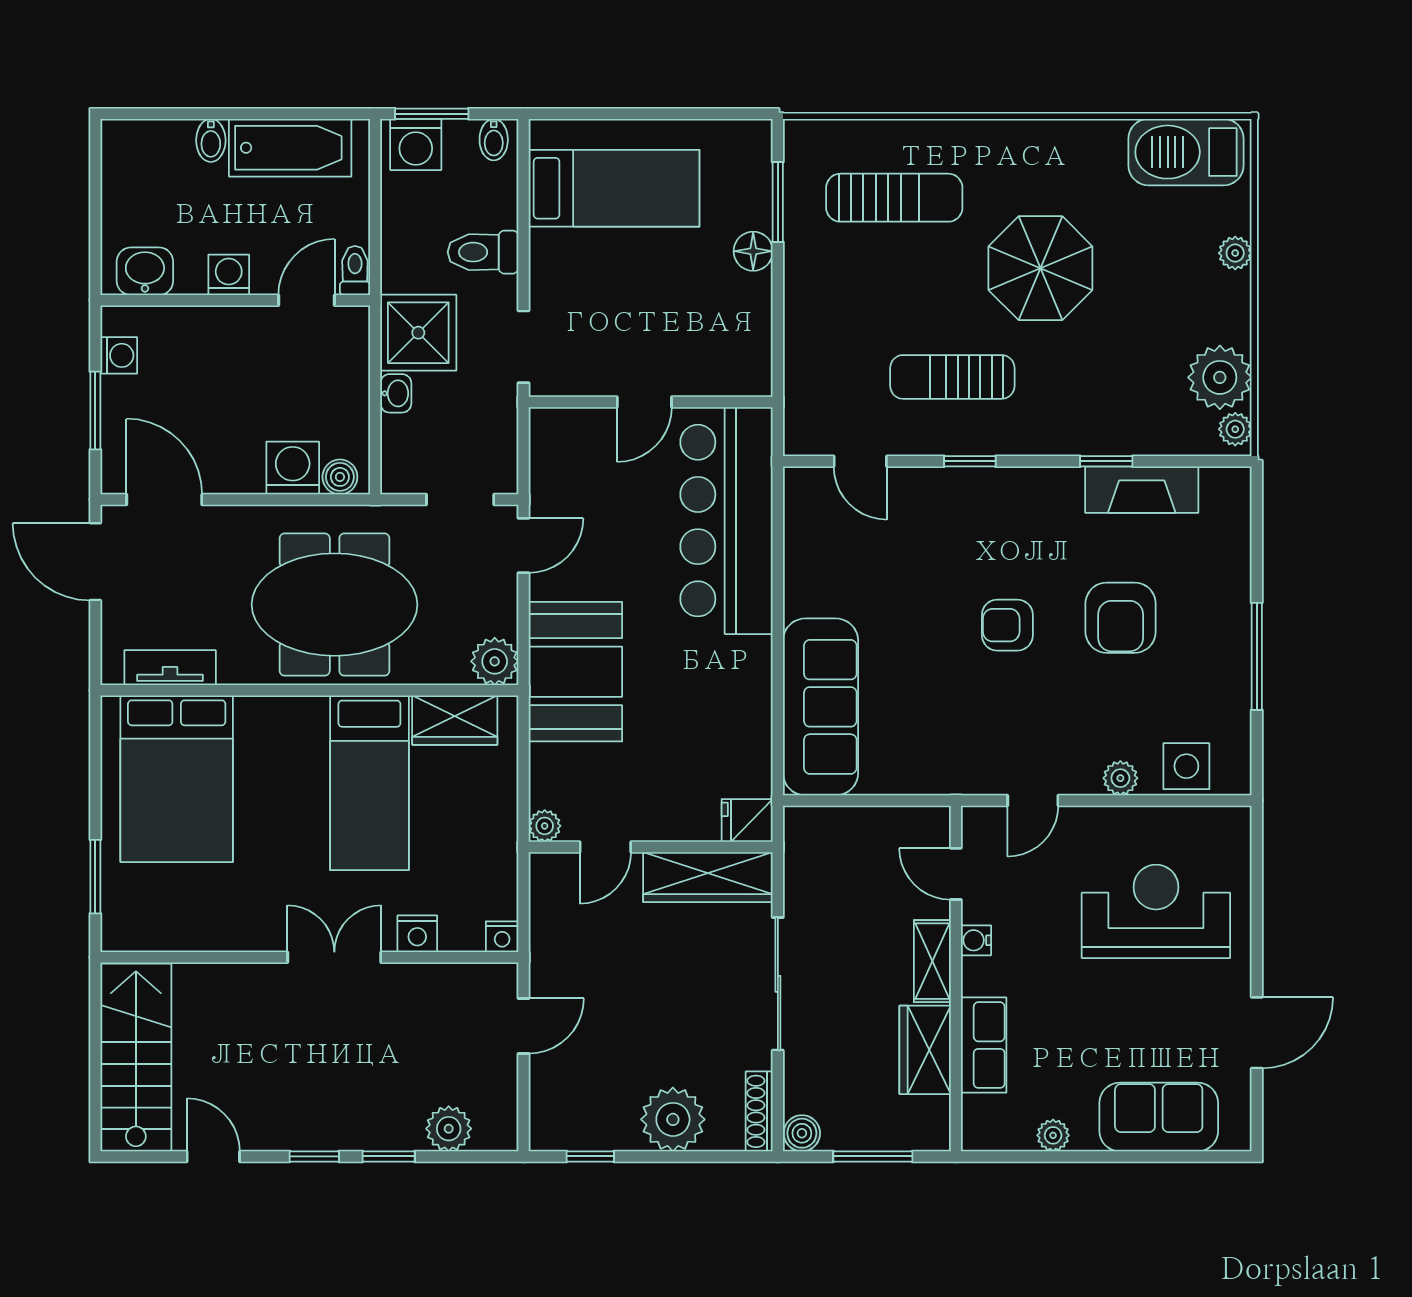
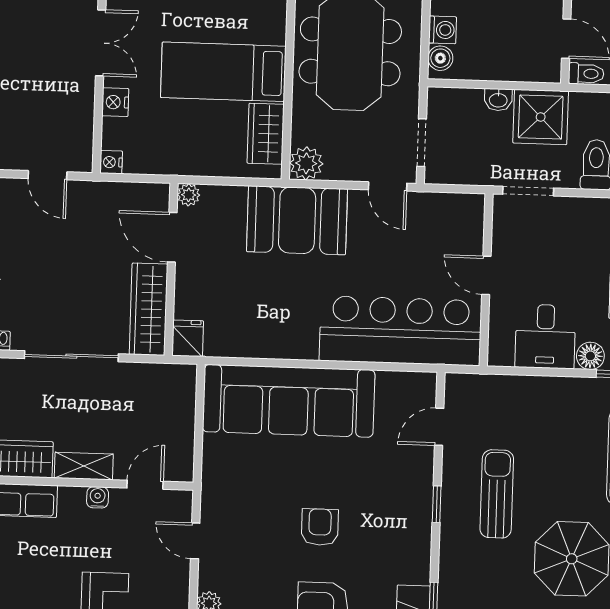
desk: (728, 316) -> (545, 336), added
washing machine: (293, 468) -> (443, 30), width x0.73, depth x0.73
sofa: (821, 707) -> (289, 401), width x1.36, depth x1.27
door: (605, 847) -> (172, 237), width x1.38

